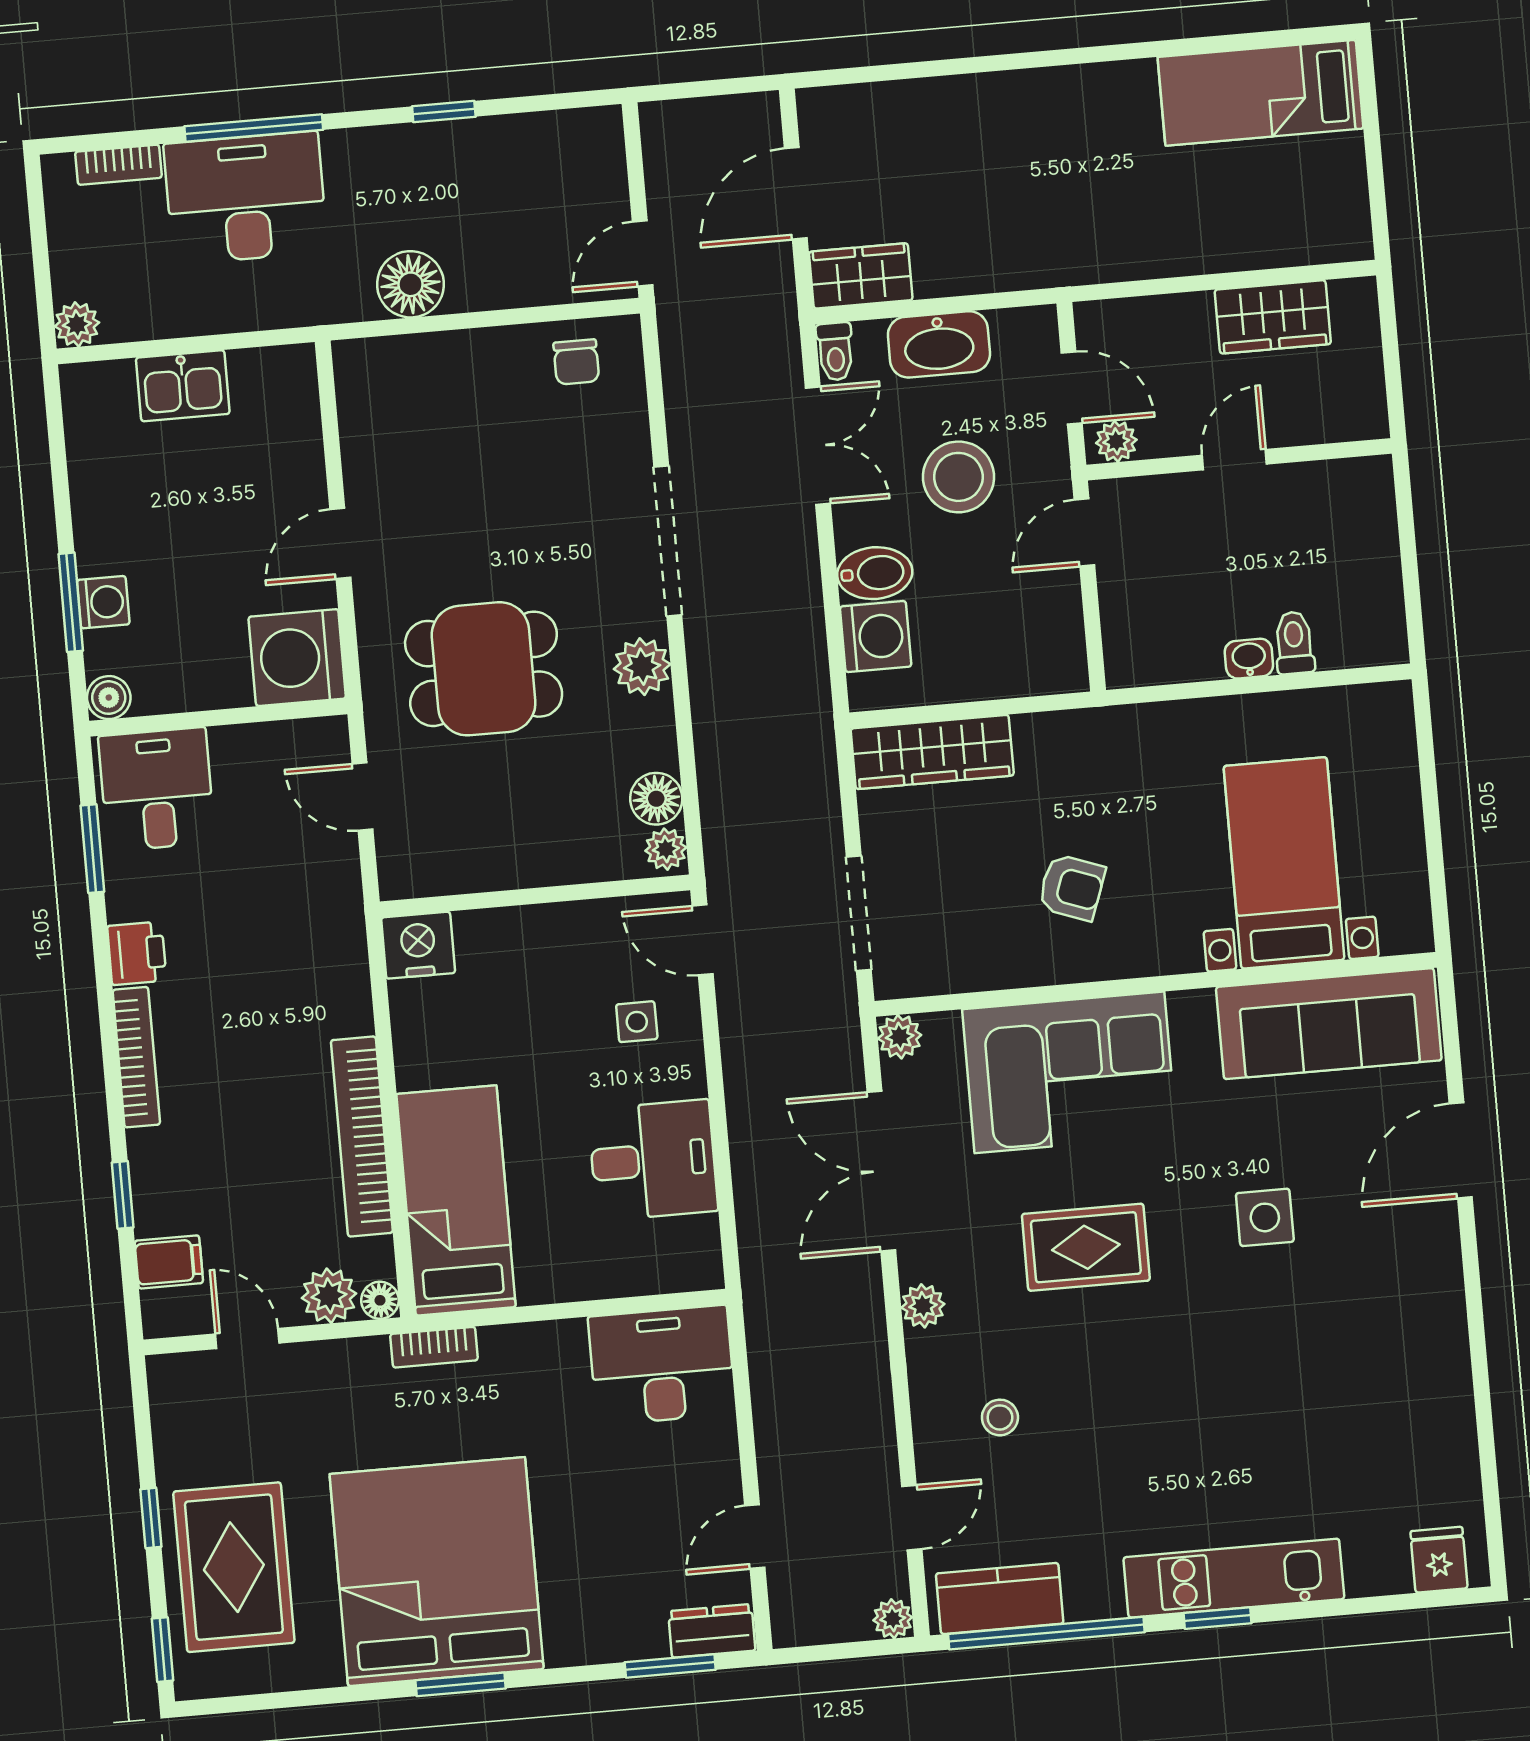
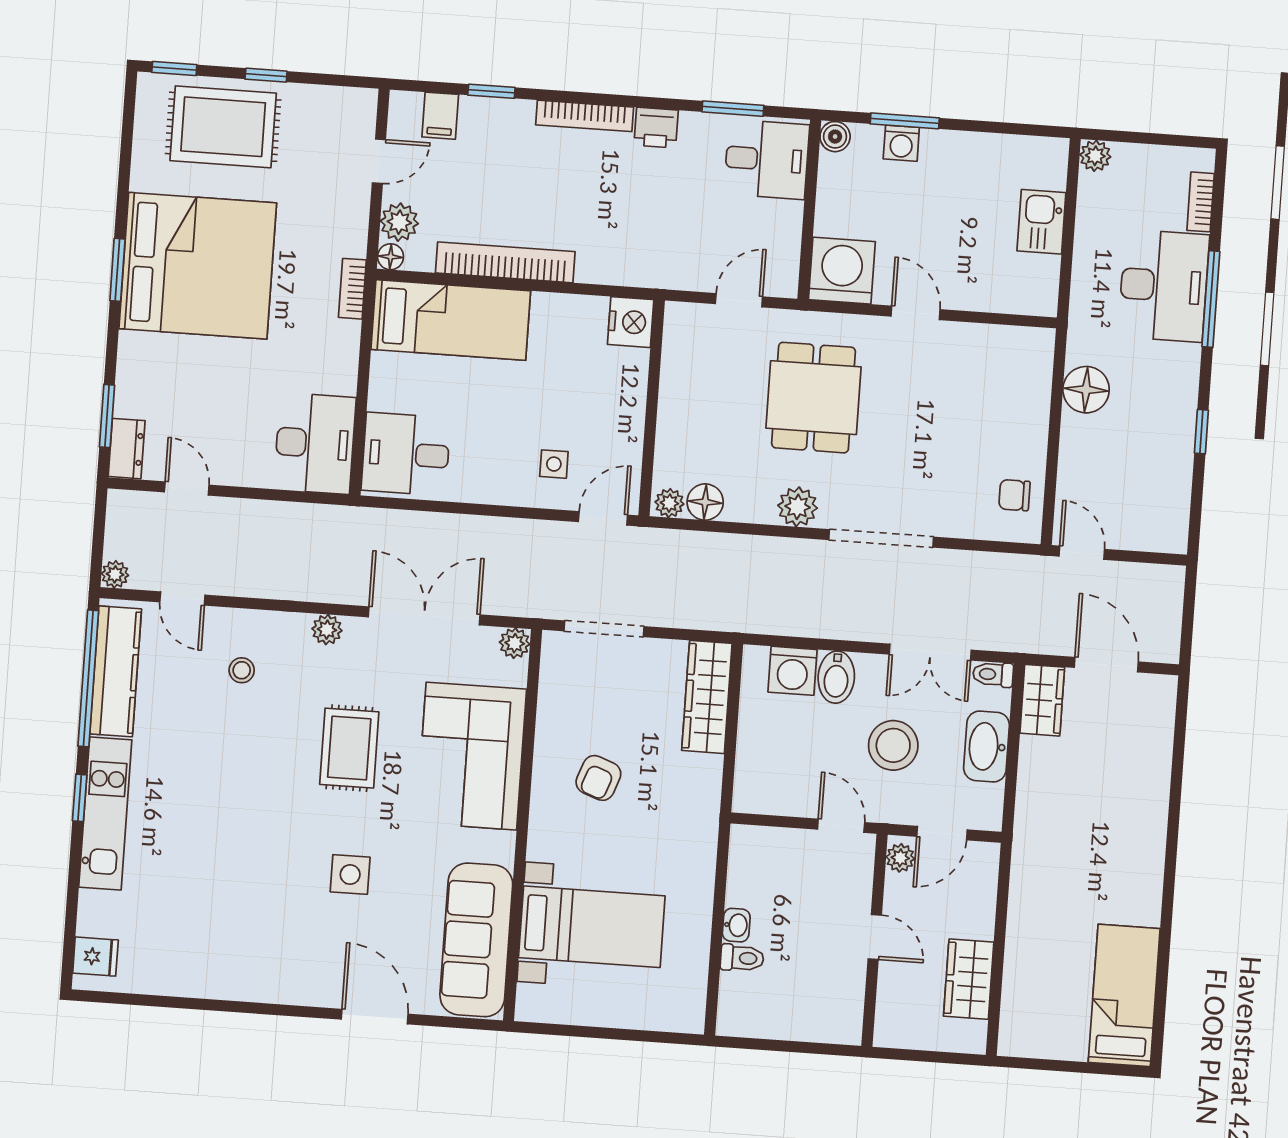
desk: (653, 1160) -> (406, 454), moved, turned 90
kitchen counter: (1000, 1598) -> (116, 671), width x1.50

